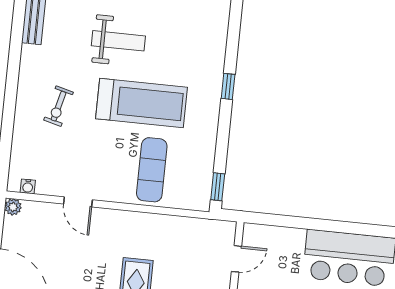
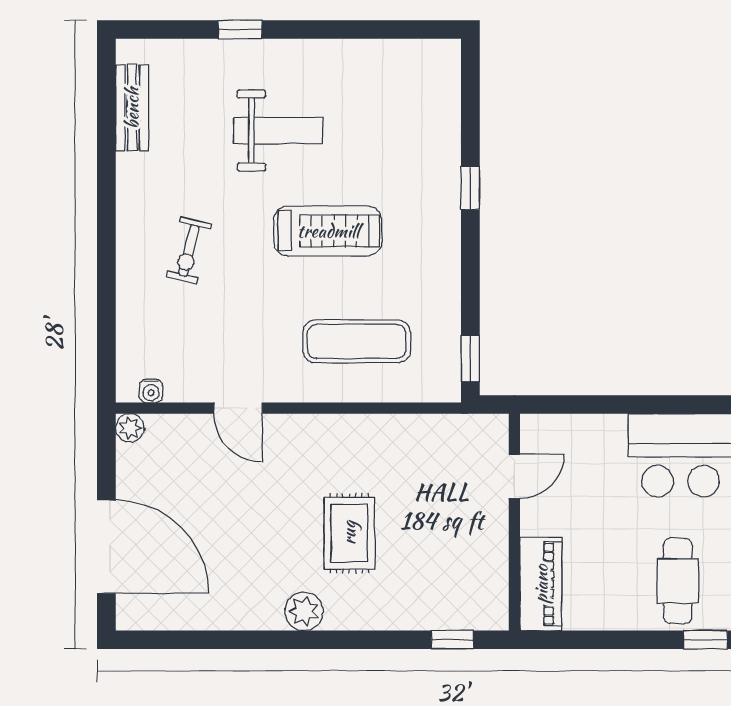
treadmill: (142, 103) -> (328, 231), width x0.73, depth x0.73
exercise mat: (152, 170) -> (357, 341), turned 90

